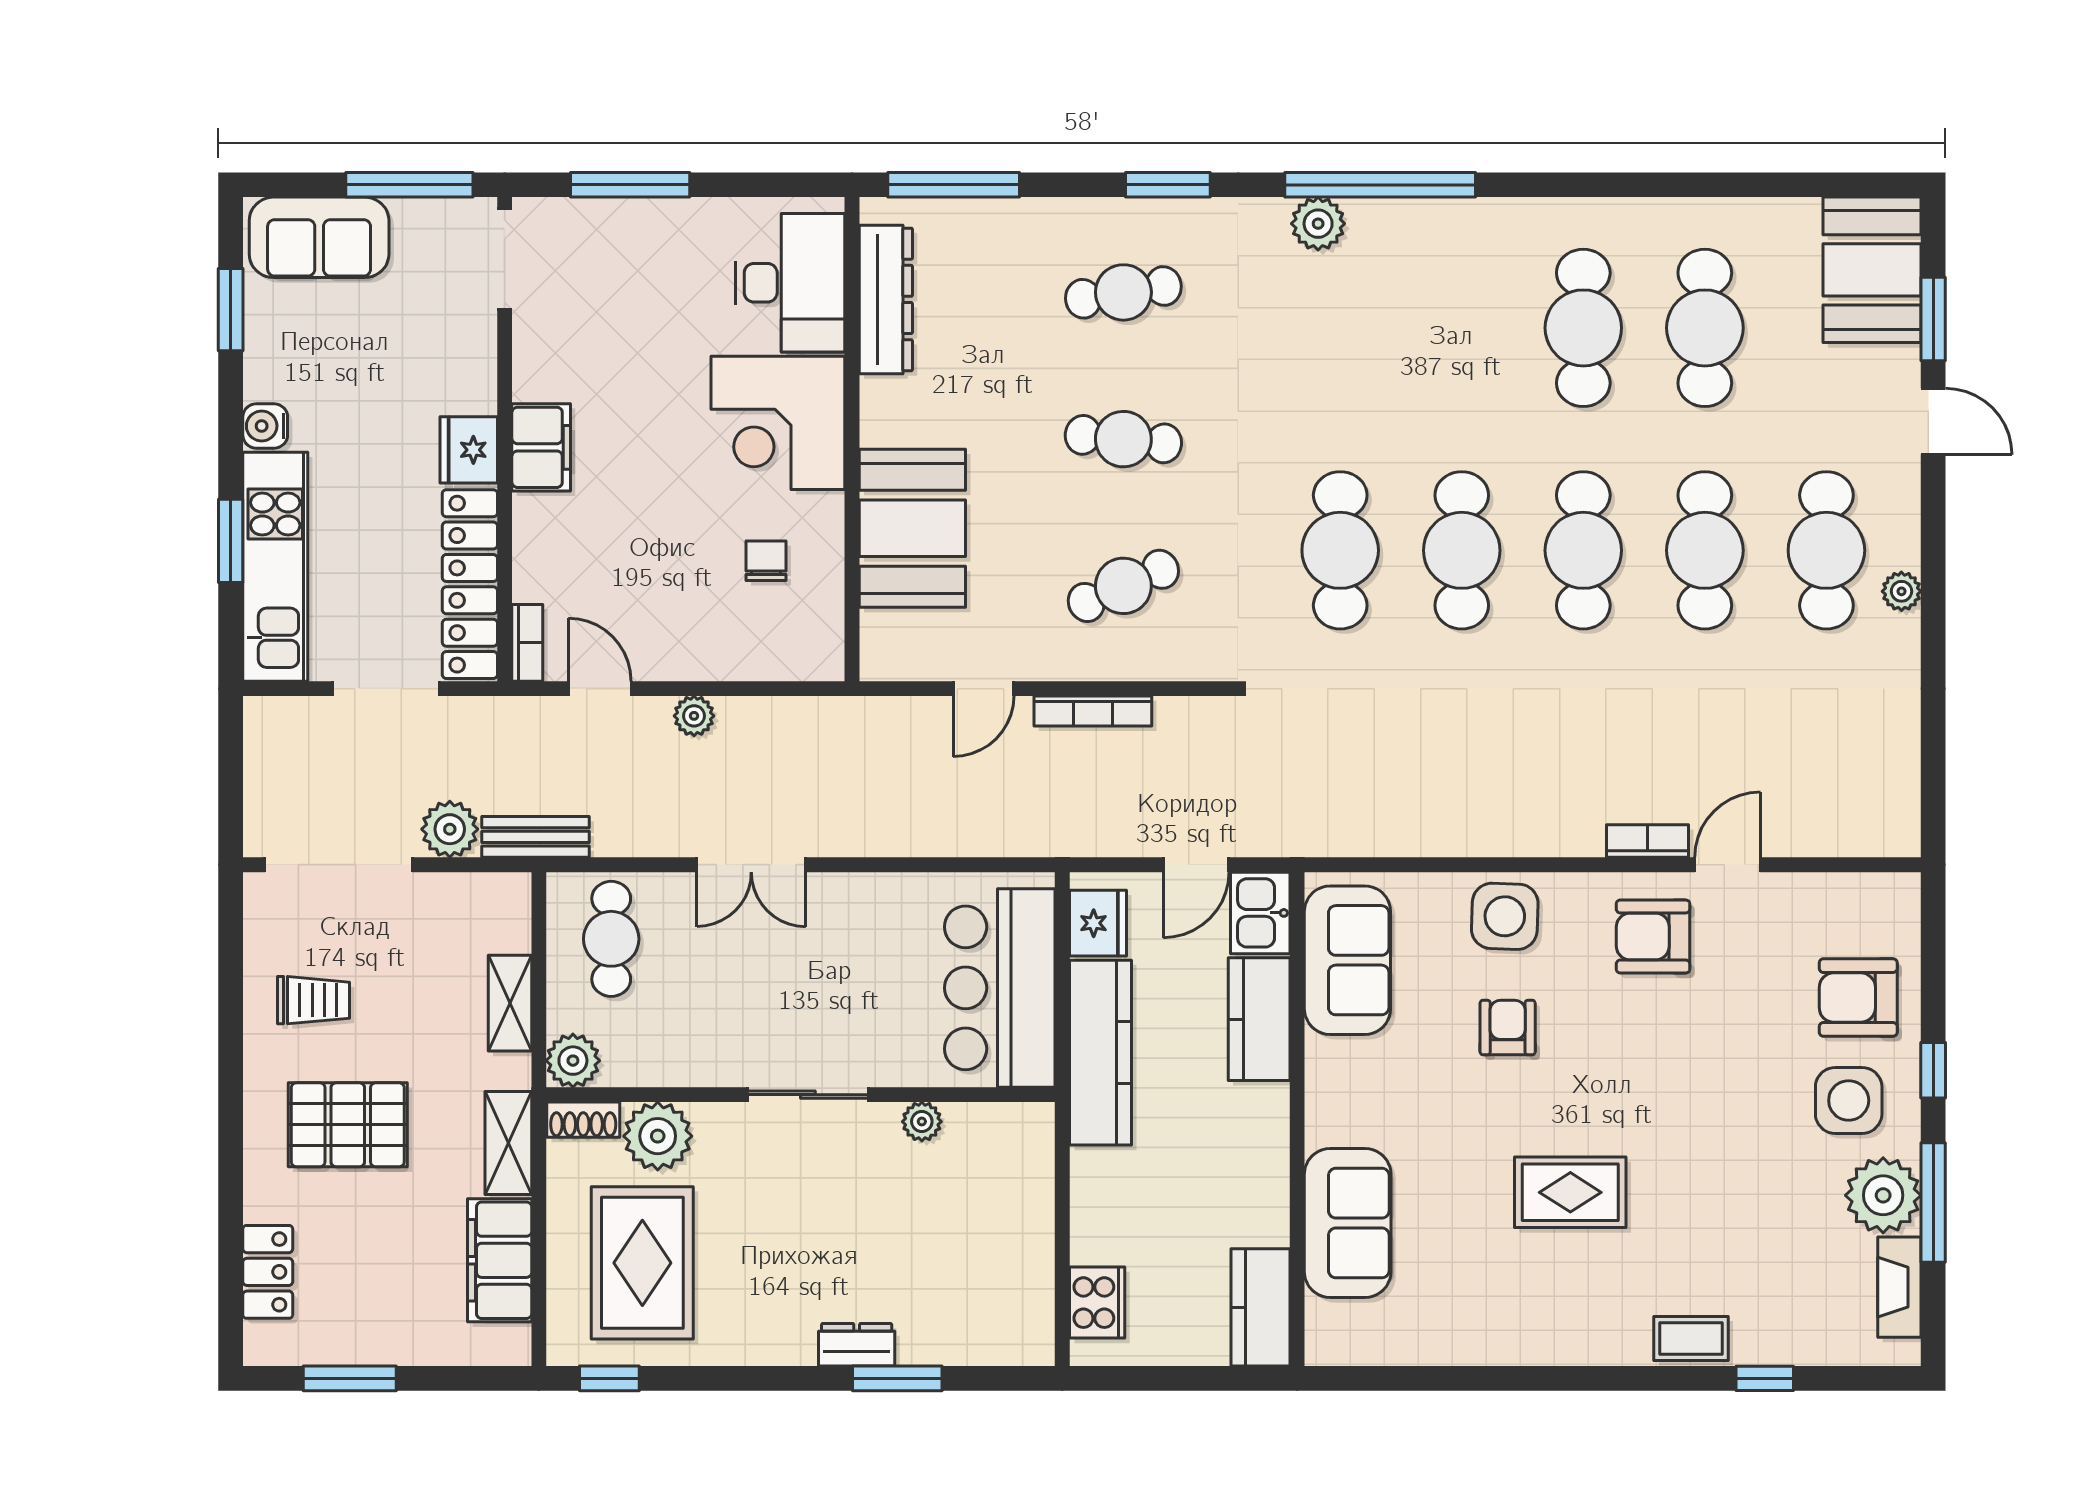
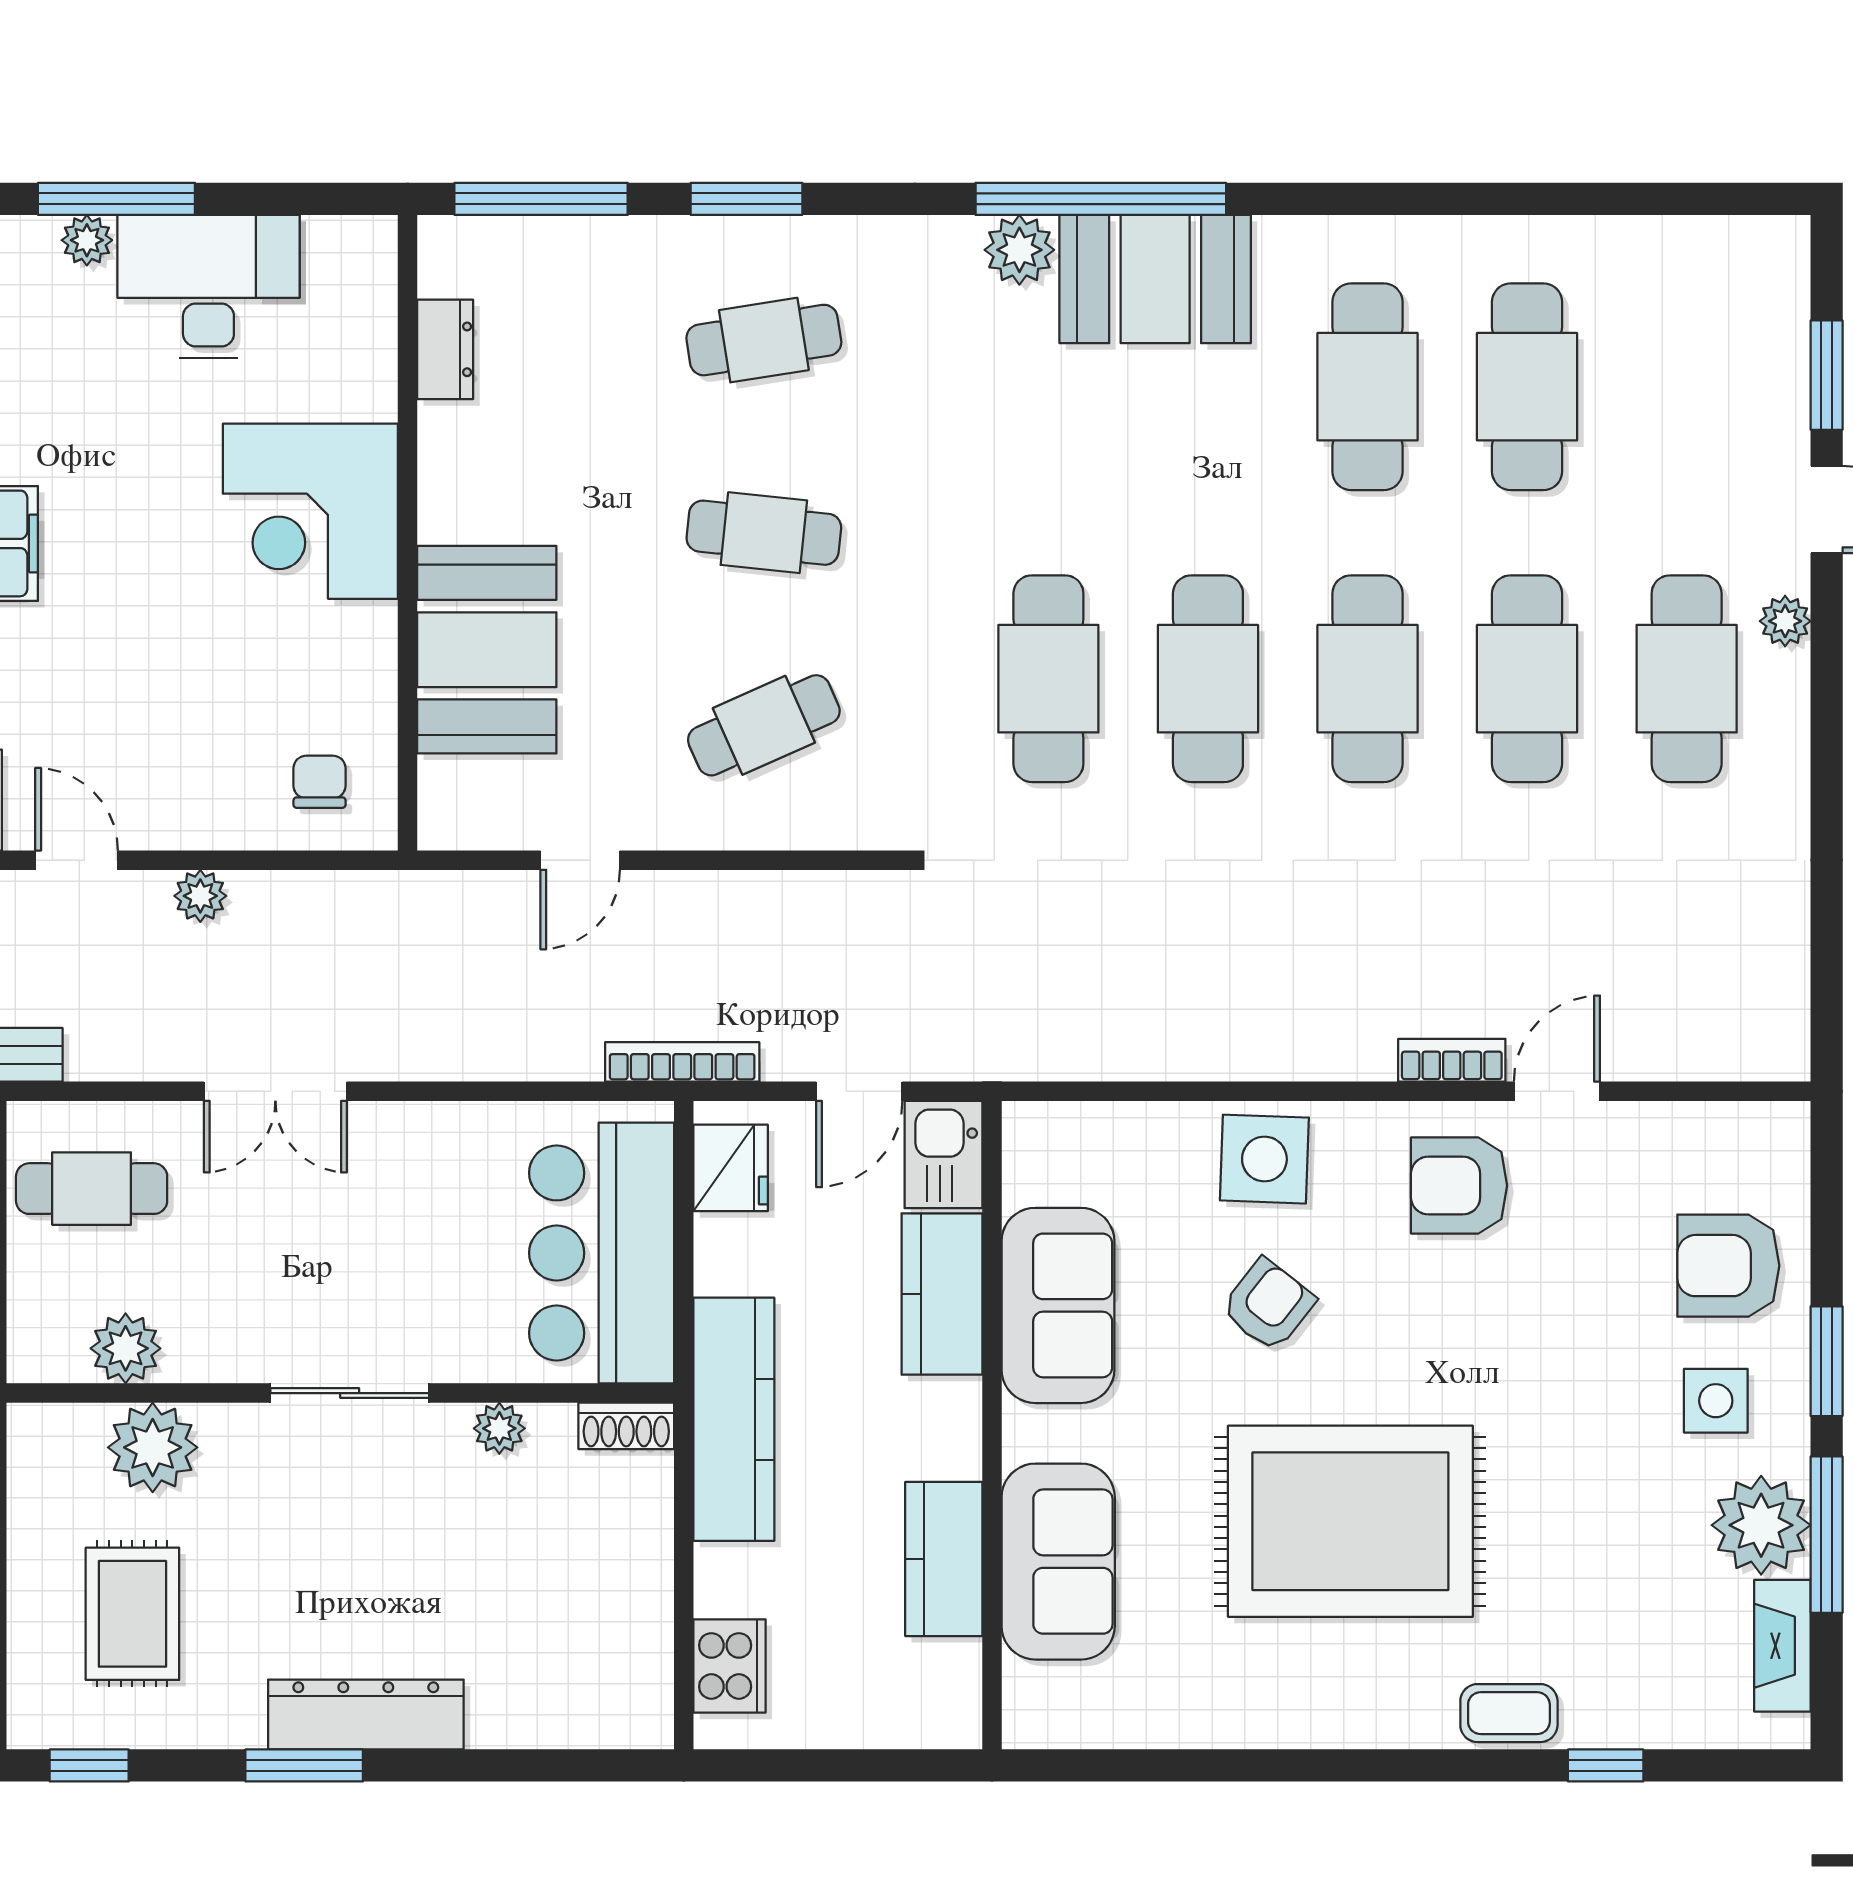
window: (1168, 185) -> (746, 199), moved
plant: (608, 216) -> (87, 240), added
booth: (1872, 270) -> (1155, 279), moved, turned 90
desk: (790, 283) -> (208, 286), moved, turned -90
dresser: (886, 299) -> (445, 349), width x0.51, depth x0.80
chair: (766, 561) -> (320, 782), moved
plant: (1901, 591) -> (1785, 621), moved
bookcase: (1093, 711) -> (682, 1062), moved, turned 180
cafe table: (611, 939) -> (92, 1189), turned 90
sofa: (1347, 960) -> (1058, 1305), moved
armchair: (1508, 1028) -> (1268, 1305), turned 38
kitchen counter: (1101, 1053) -> (734, 1419), moved
plant: (573, 1061) -> (126, 1348), moved
window: (1933, 1070) -> (1827, 1361), width x1.50
side table: (1849, 1100) -> (1716, 1401), width x0.73, depth x0.73
shoe rack: (583, 1120) -> (626, 1426), moved
rug: (1570, 1192) -> (1350, 1521), width x1.86, depth x2.06
rug: (642, 1263) -> (132, 1614), width x0.73, depth x0.70
kitchen counter: (1260, 1307) -> (944, 1559), moved
dresser: (857, 1345) -> (366, 1715), width x1.96, depth x1.24
window: (897, 1378) -> (304, 1765), moved

